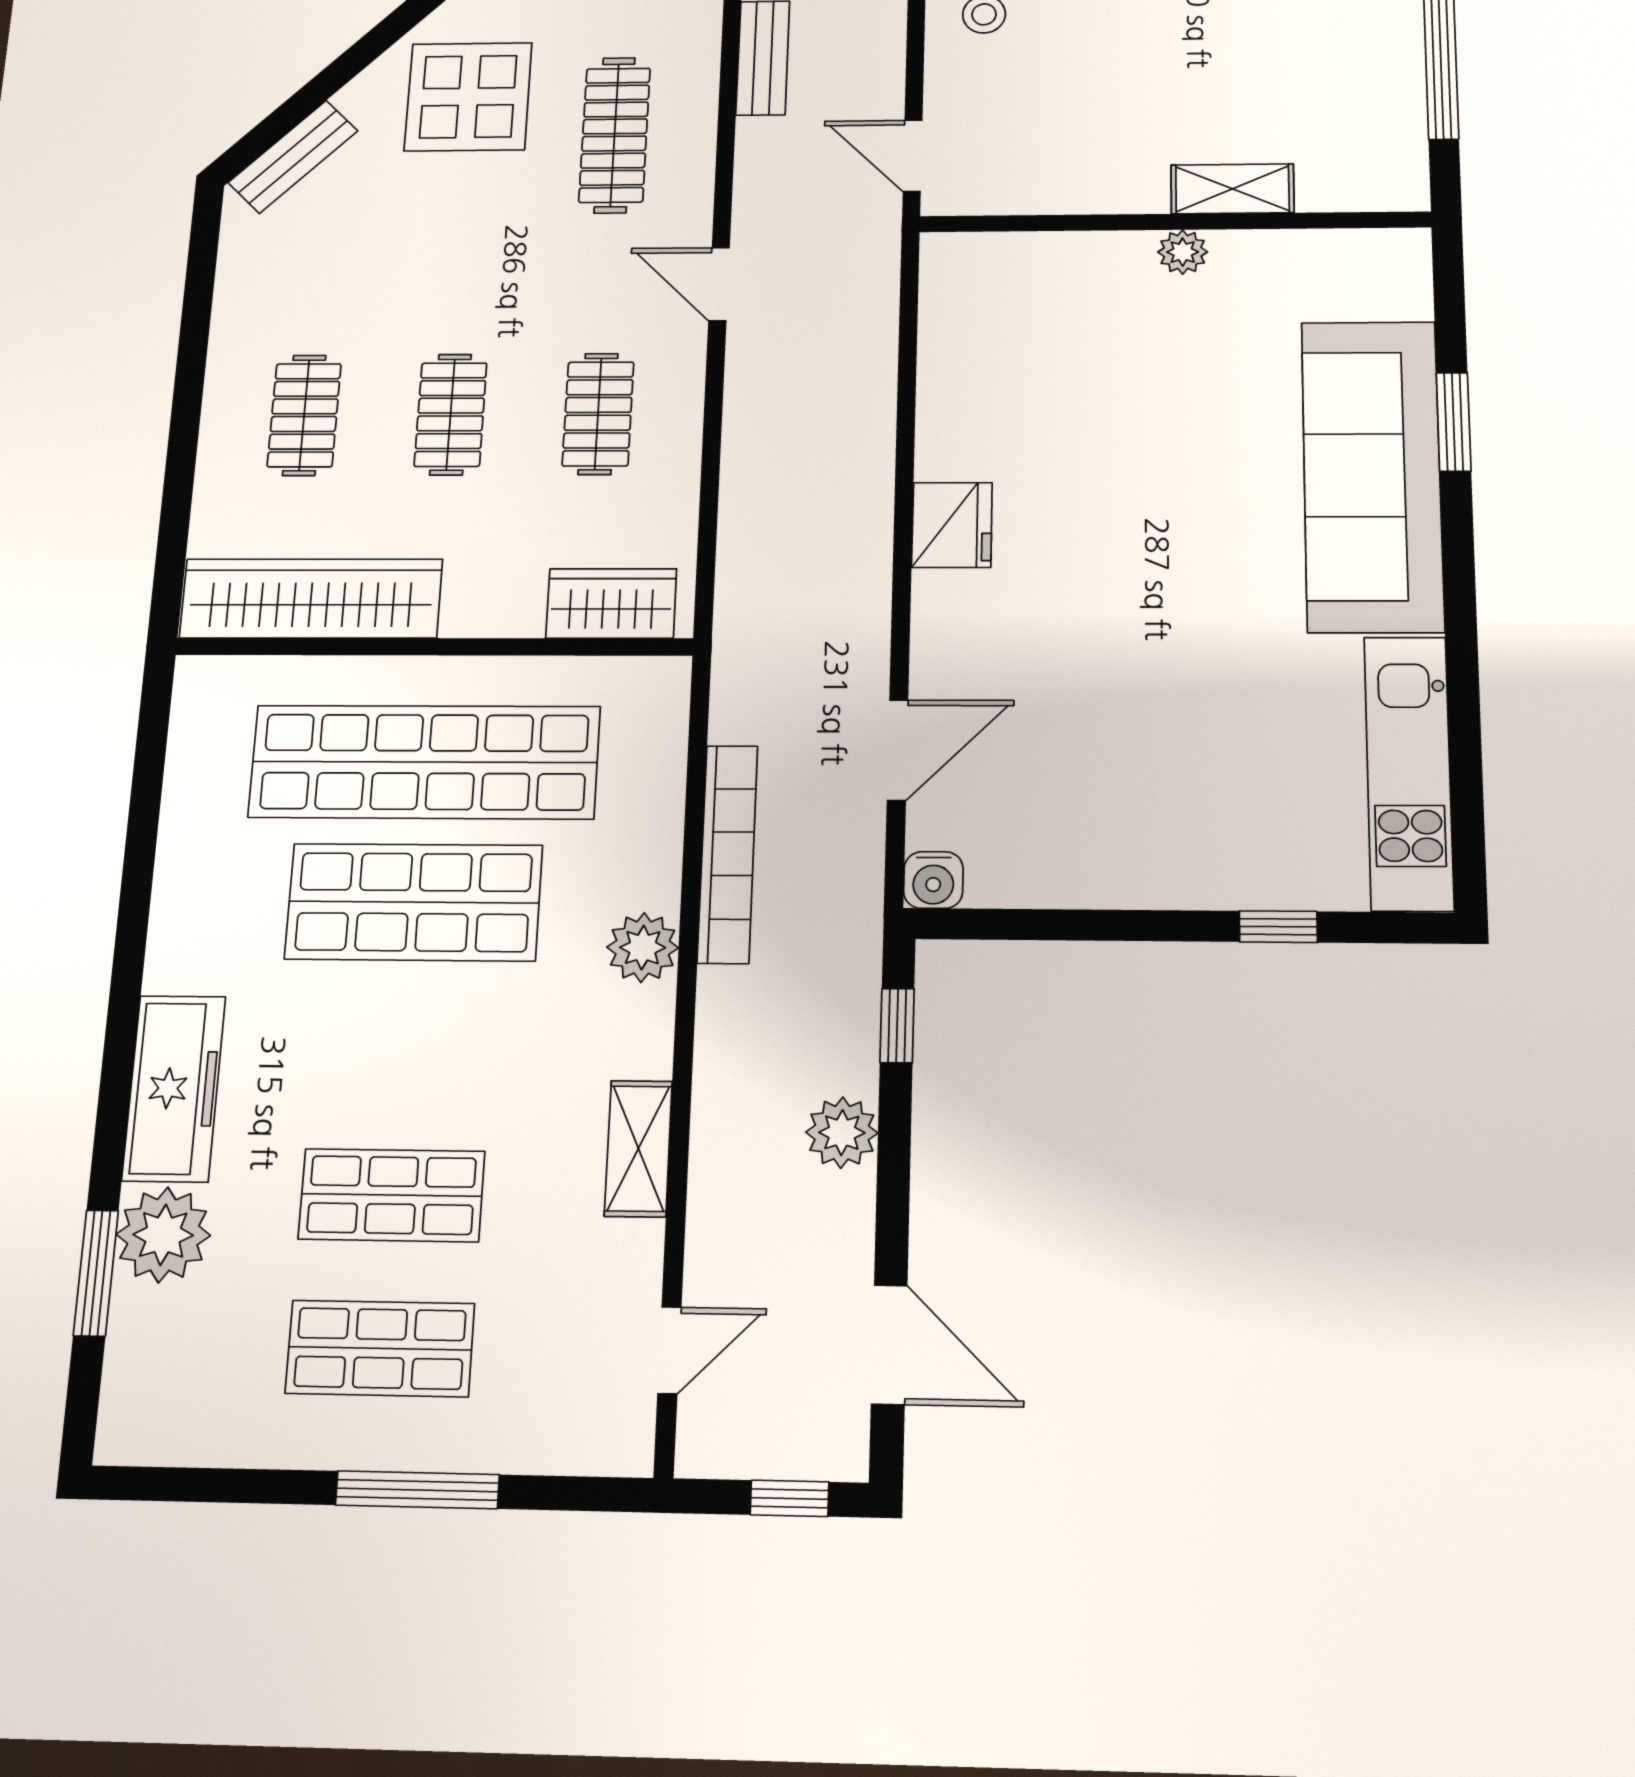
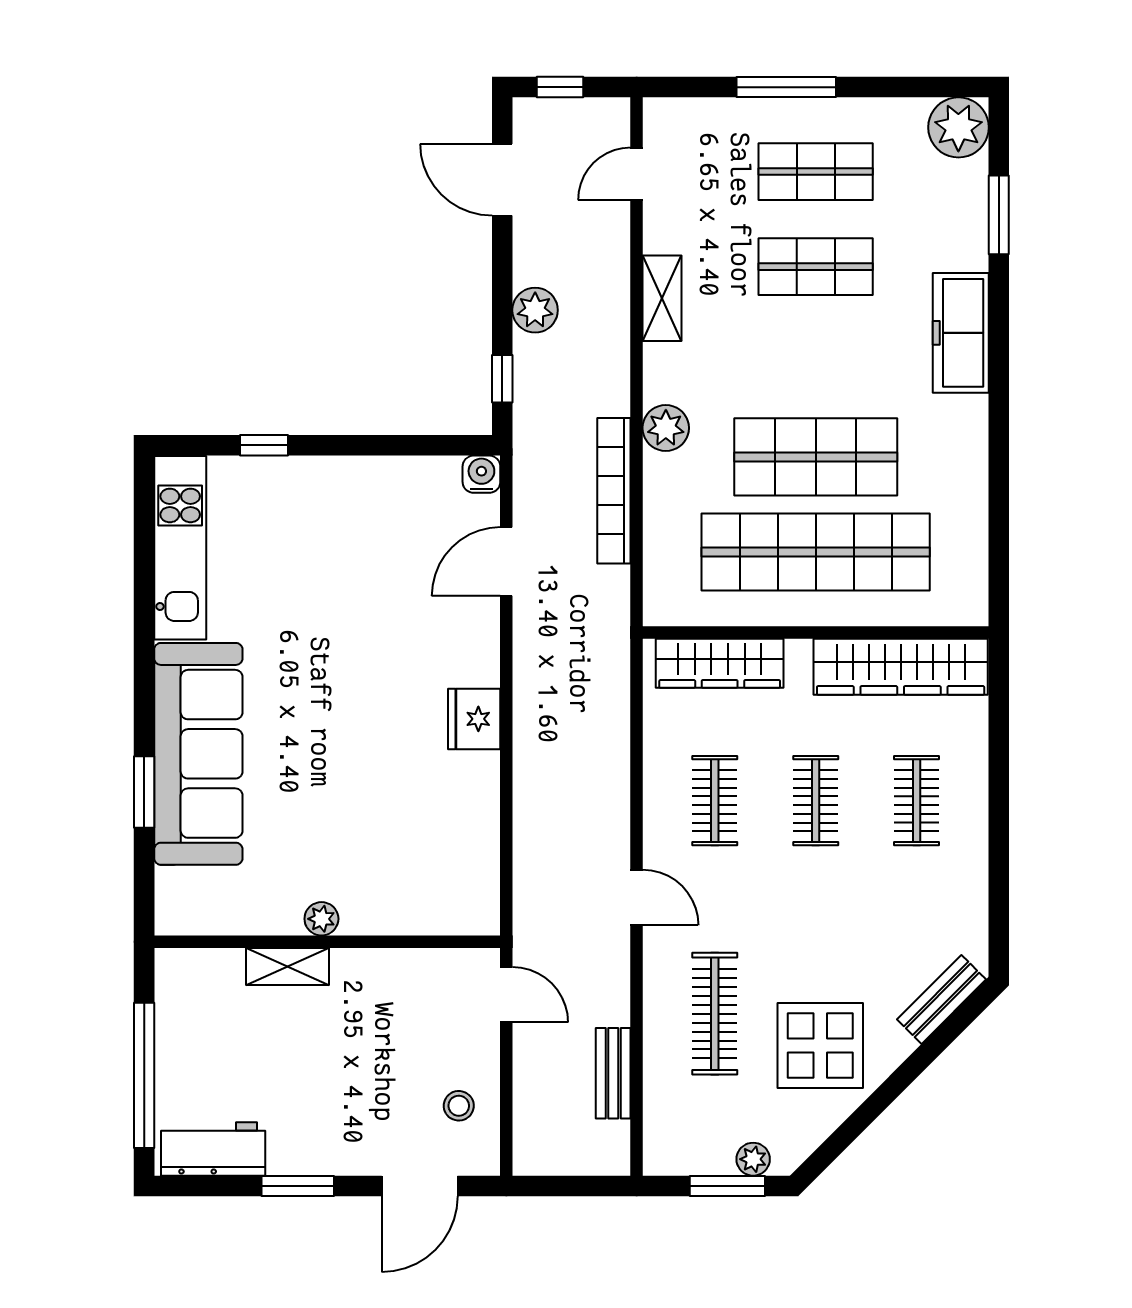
wardrobe: (611, 603) -> (720, 663), width x1.50
plant: (163, 1235) -> (958, 127), moved

